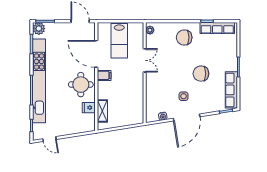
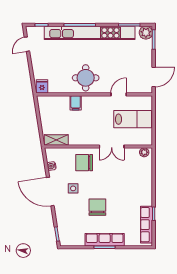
chair: (184, 37) -> (84, 163), moved, turned -90
lab bench: (119, 41) -> (133, 119), turned 180
door: (96, 54) -> (119, 94), width x0.53
filing cabinet: (104, 75) -> (76, 103), moved
row of seats: (231, 90) -> (105, 240), moved
fridge: (89, 108) -> (42, 86), moved
shelving: (102, 111) -> (56, 140), moved

